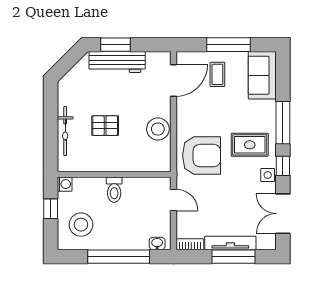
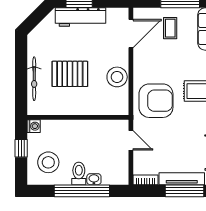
pallet: (105, 126) -> (70, 74), width x1.50, depth x1.42
toilet: (114, 190) -> (79, 173), moved, turned 180
washbasin: (157, 243) -> (94, 179), moved

